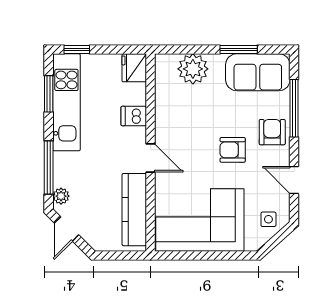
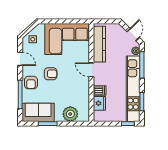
fridge: (134, 68) -> (99, 103), moved
kitchen unit: (66, 102) -> (133, 89), width x1.36

